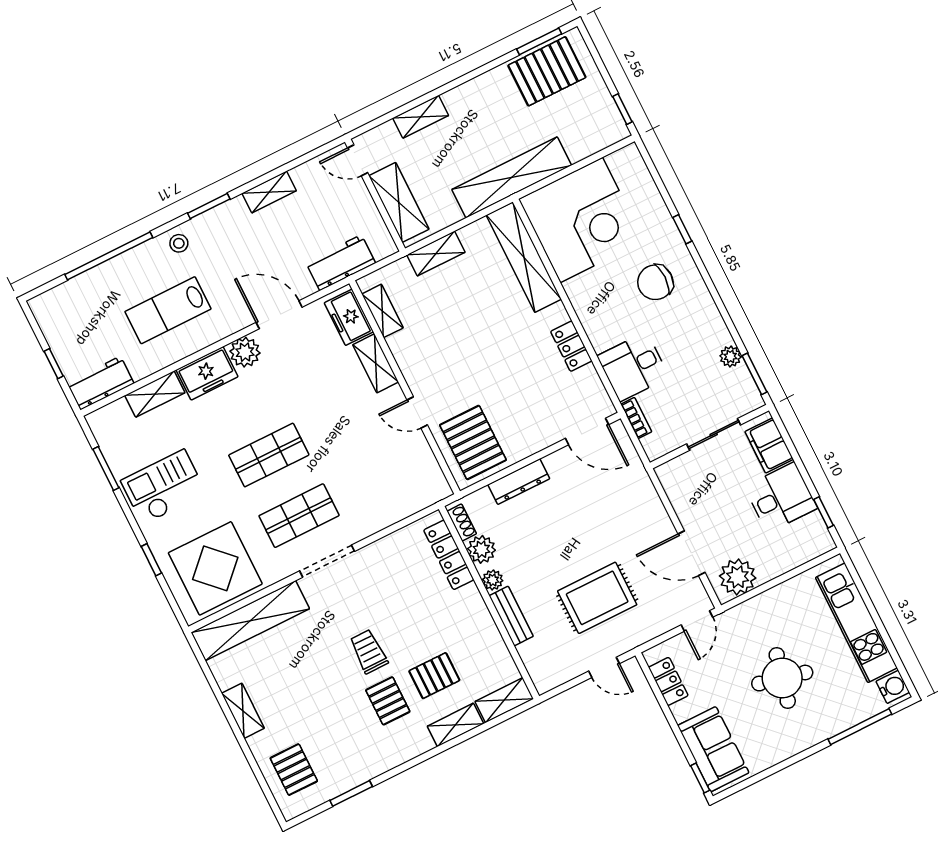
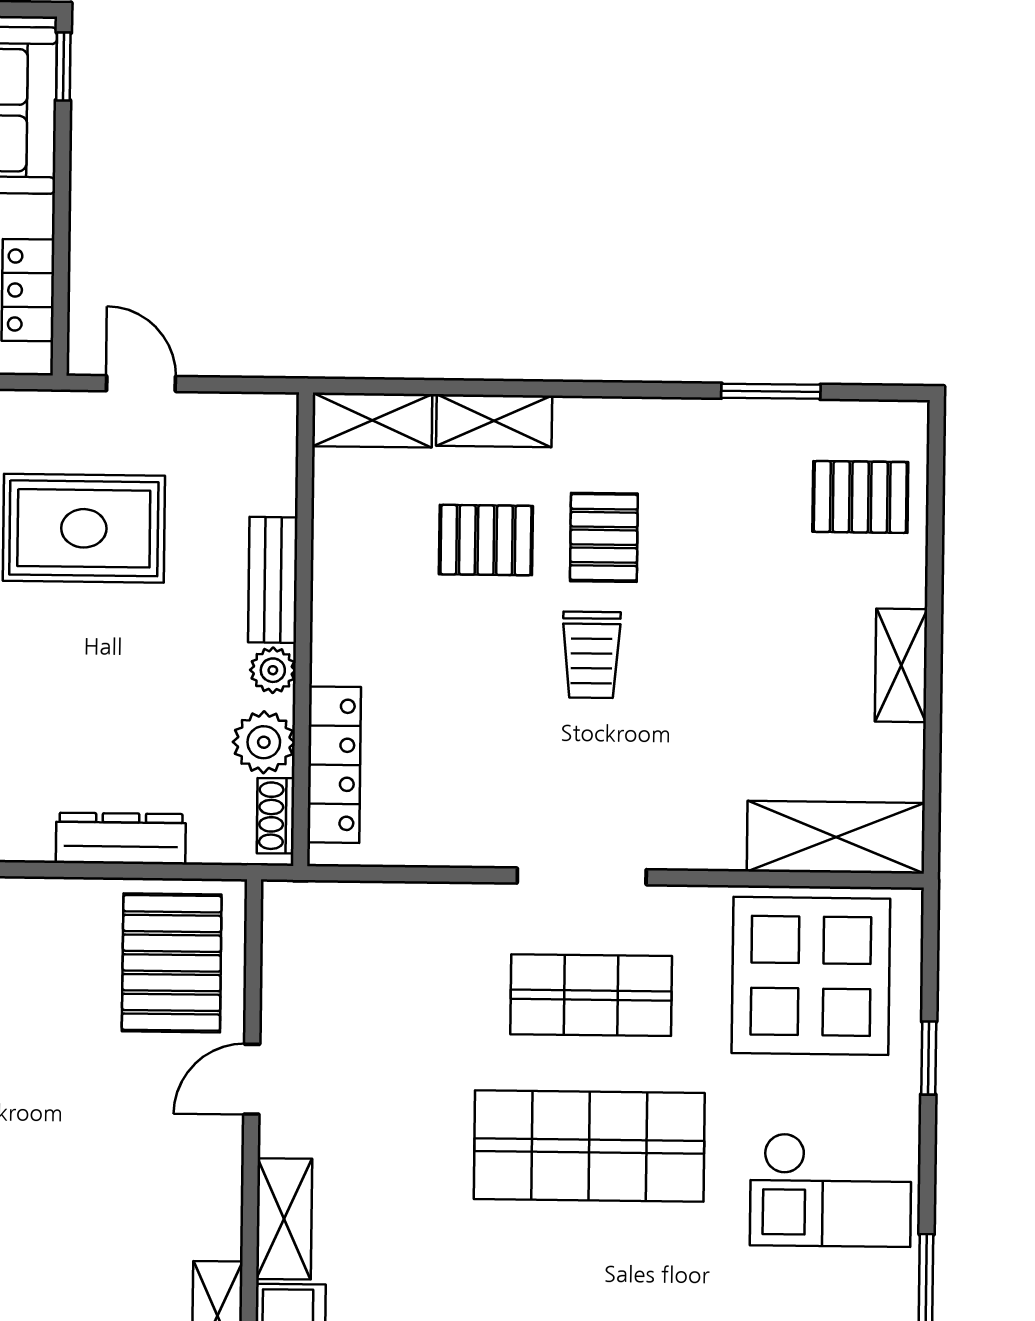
door: (417, 412) -> (252, 1079), swing flipped
shop shelf: (269, 455) -> (589, 1146), width x1.43, depth x1.36
shelving: (250, 621) -> (836, 837), width x0.68
pallet: (294, 770) -> (860, 497), turned 90

